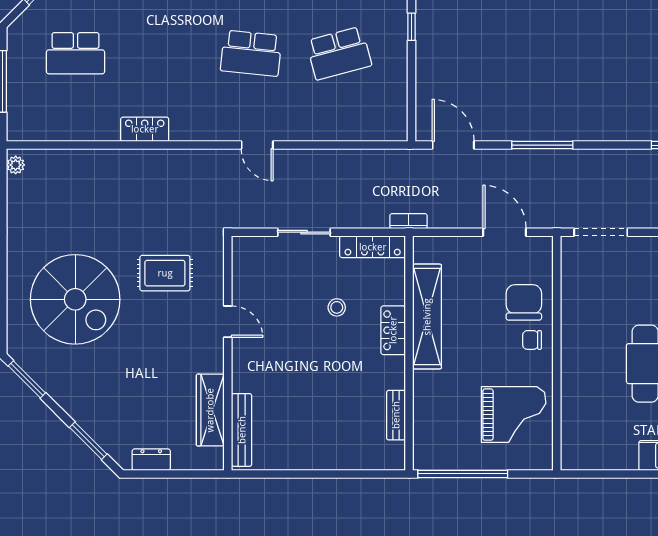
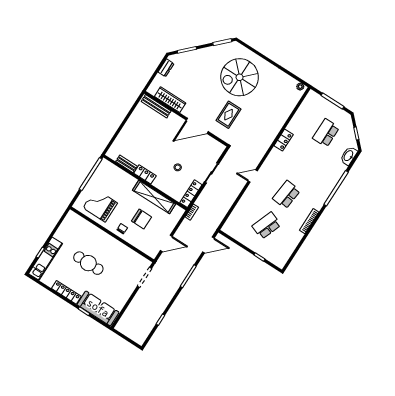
school desk: (339, 53) -> (267, 225), turned 36
chair: (524, 302) -> (142, 219), moved
door: (228, 322) -> (197, 126), width x1.87
locker: (393, 330) -> (145, 174), moved
grand piano: (514, 415) -> (100, 205), turned 90

